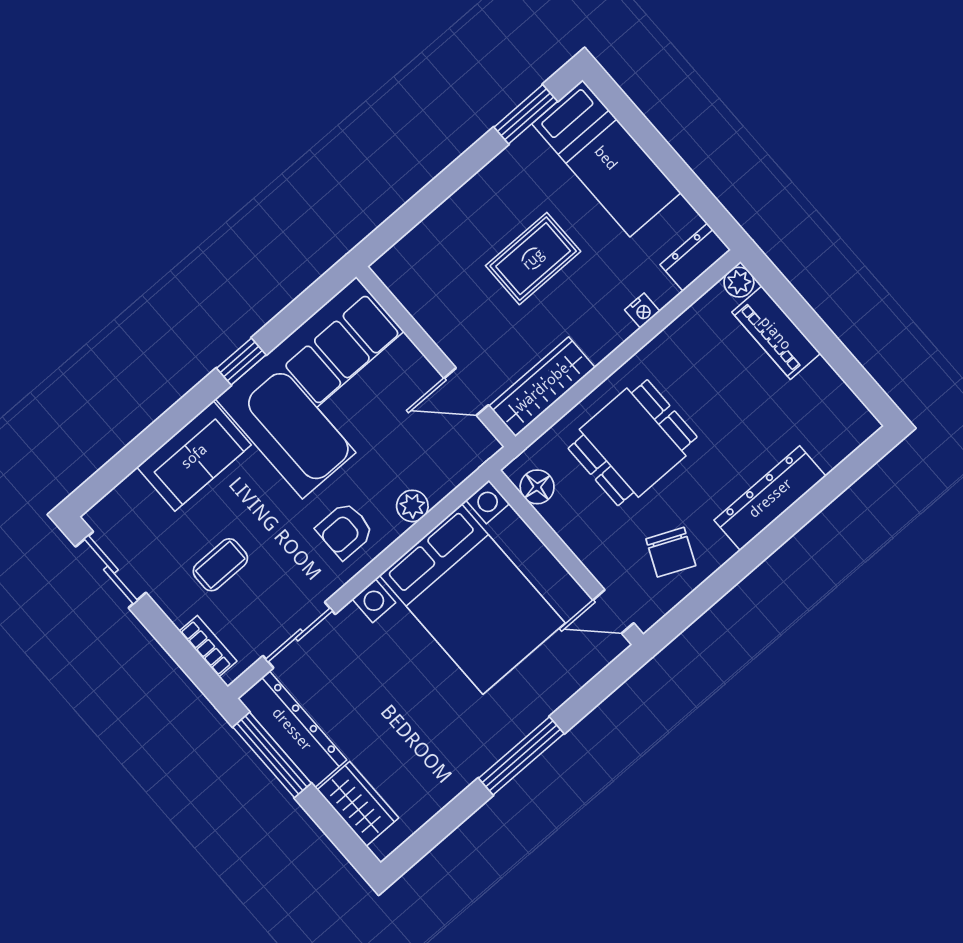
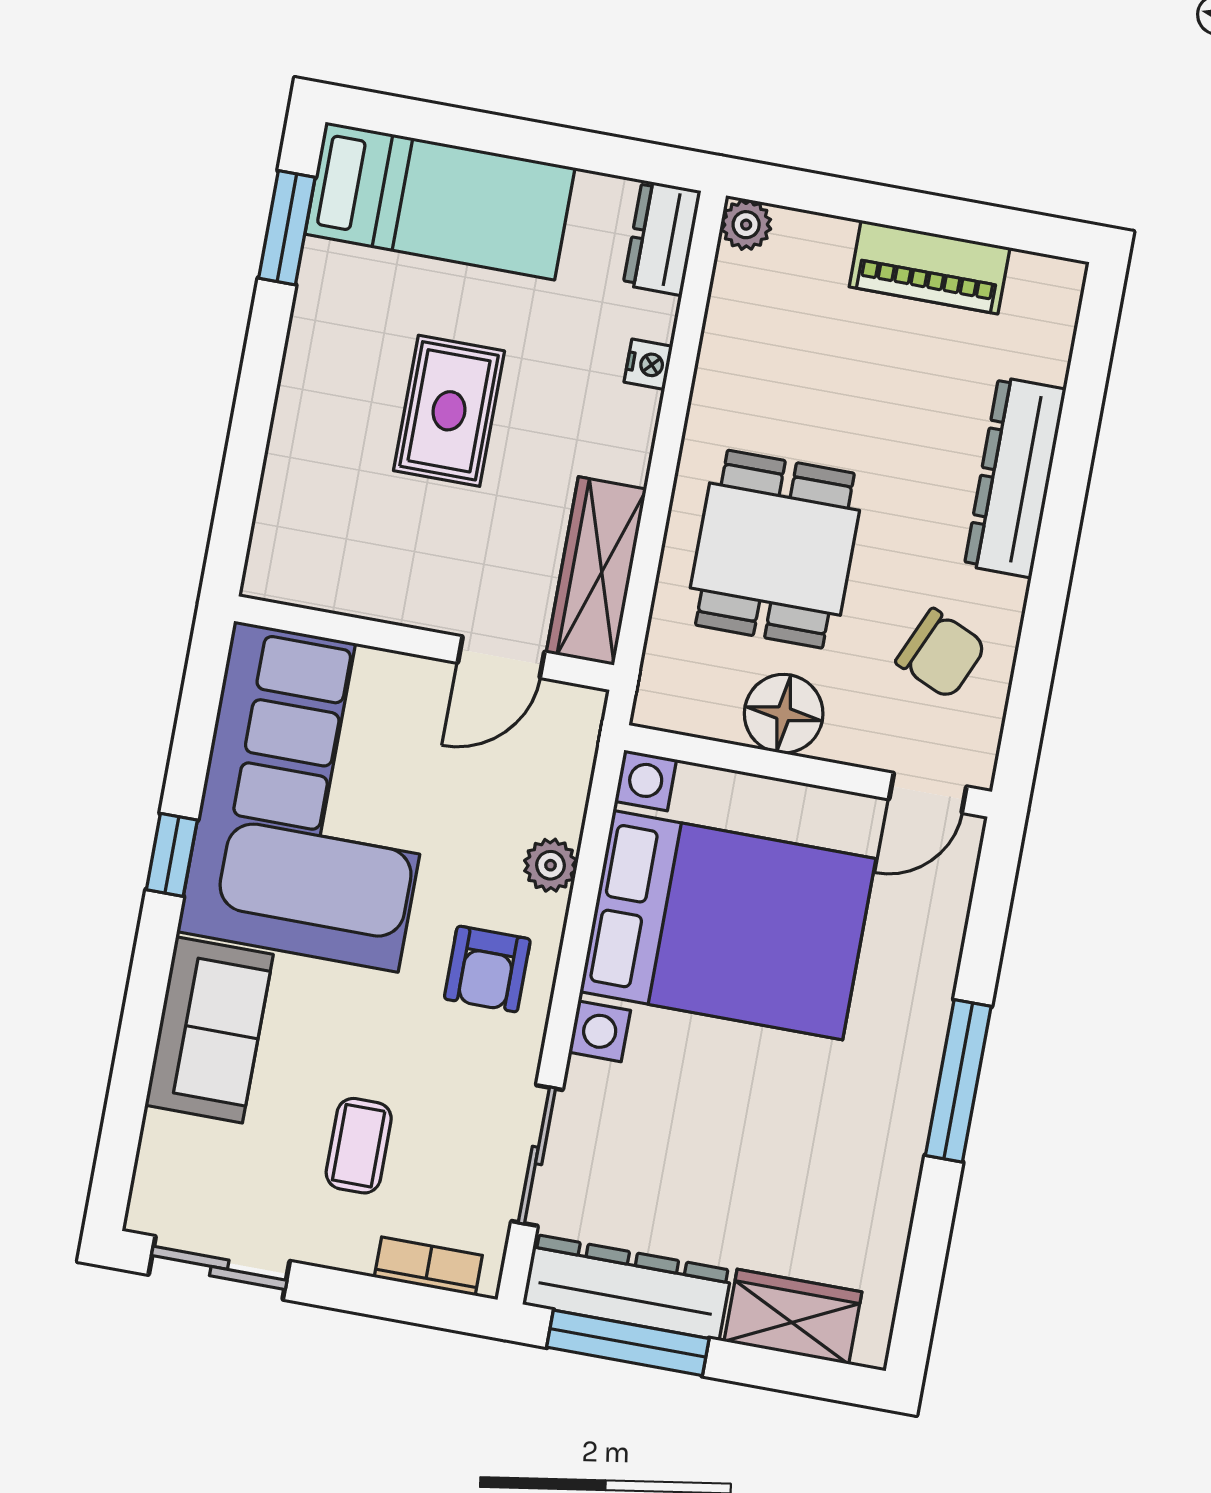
piano: (776, 333) -> (930, 267), moved
floor lamp: (537, 487) -> (784, 714), moved, width x1.38, depth x1.38

